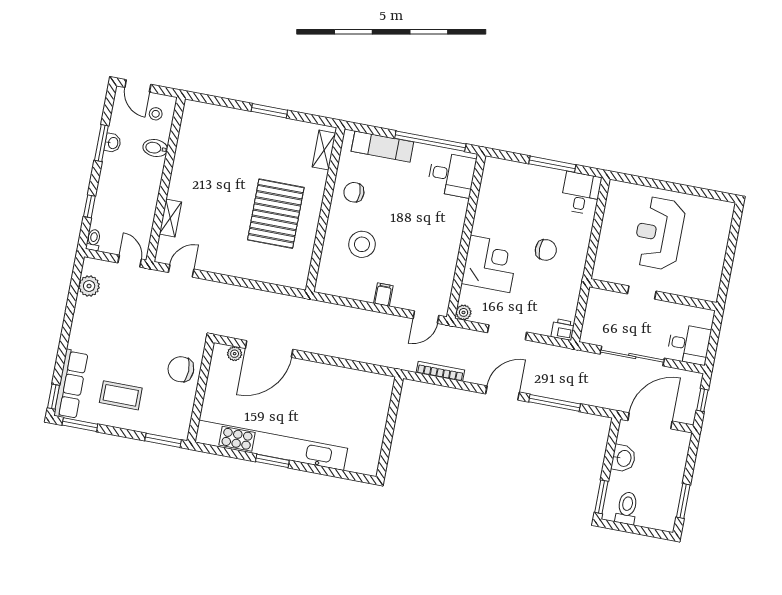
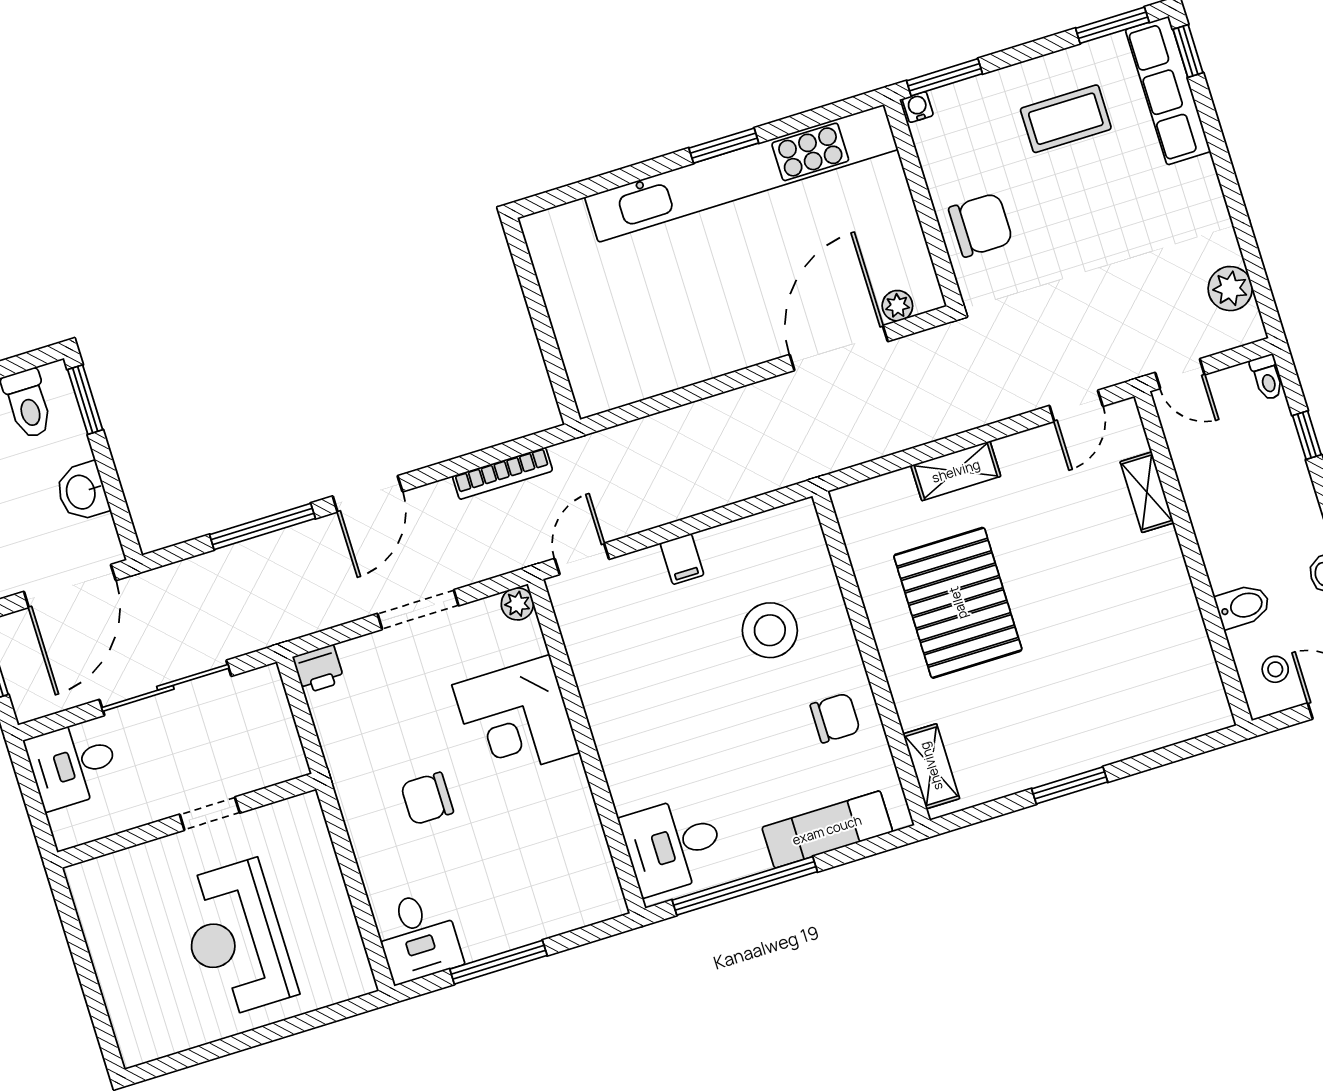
reception desk: (659, 233) -> (236, 939), turned 180
shelving: (247, 270) -> (956, 471), added
water cooler: (181, 434) -> (918, 107), added

